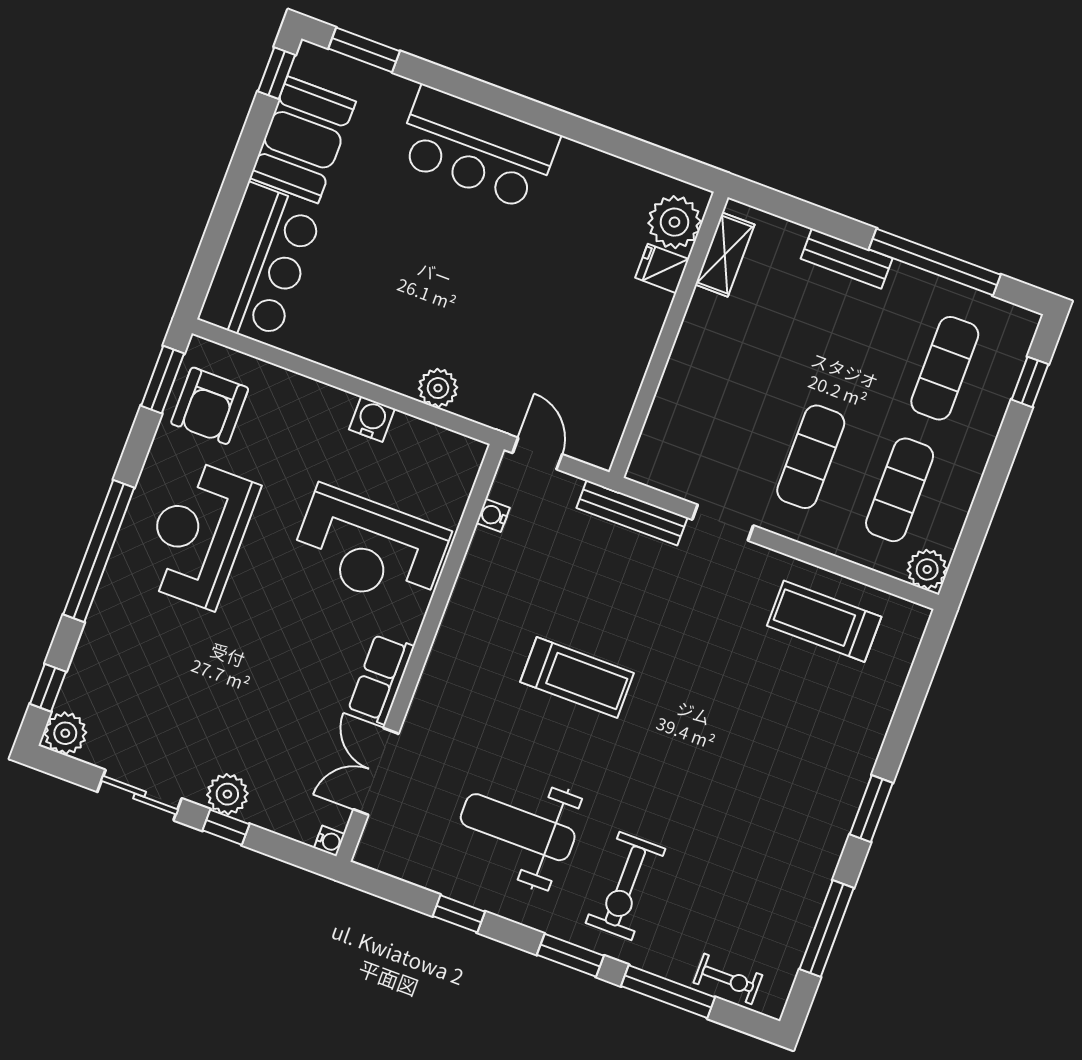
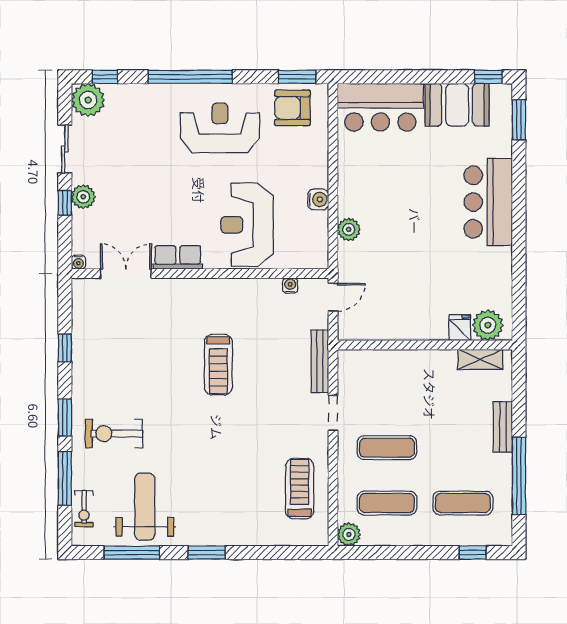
plant: (65, 733) -> (88, 100), width x1.36, depth x1.36
weight bench: (518, 827) -> (145, 507), moved

